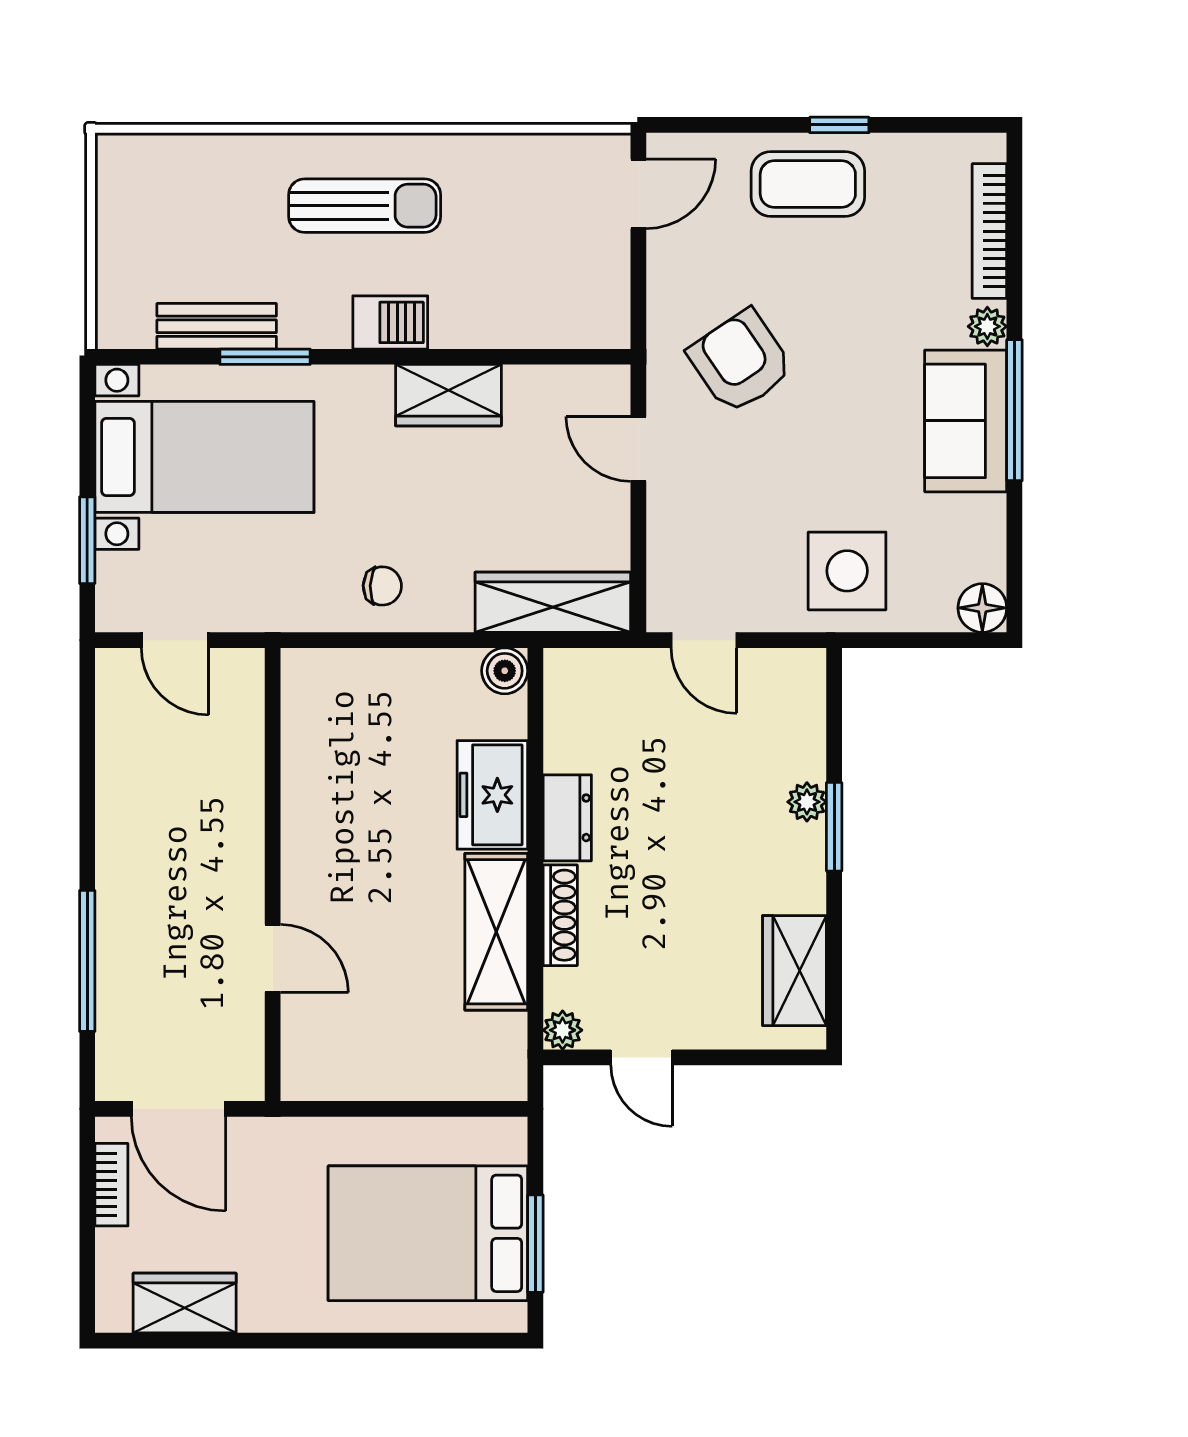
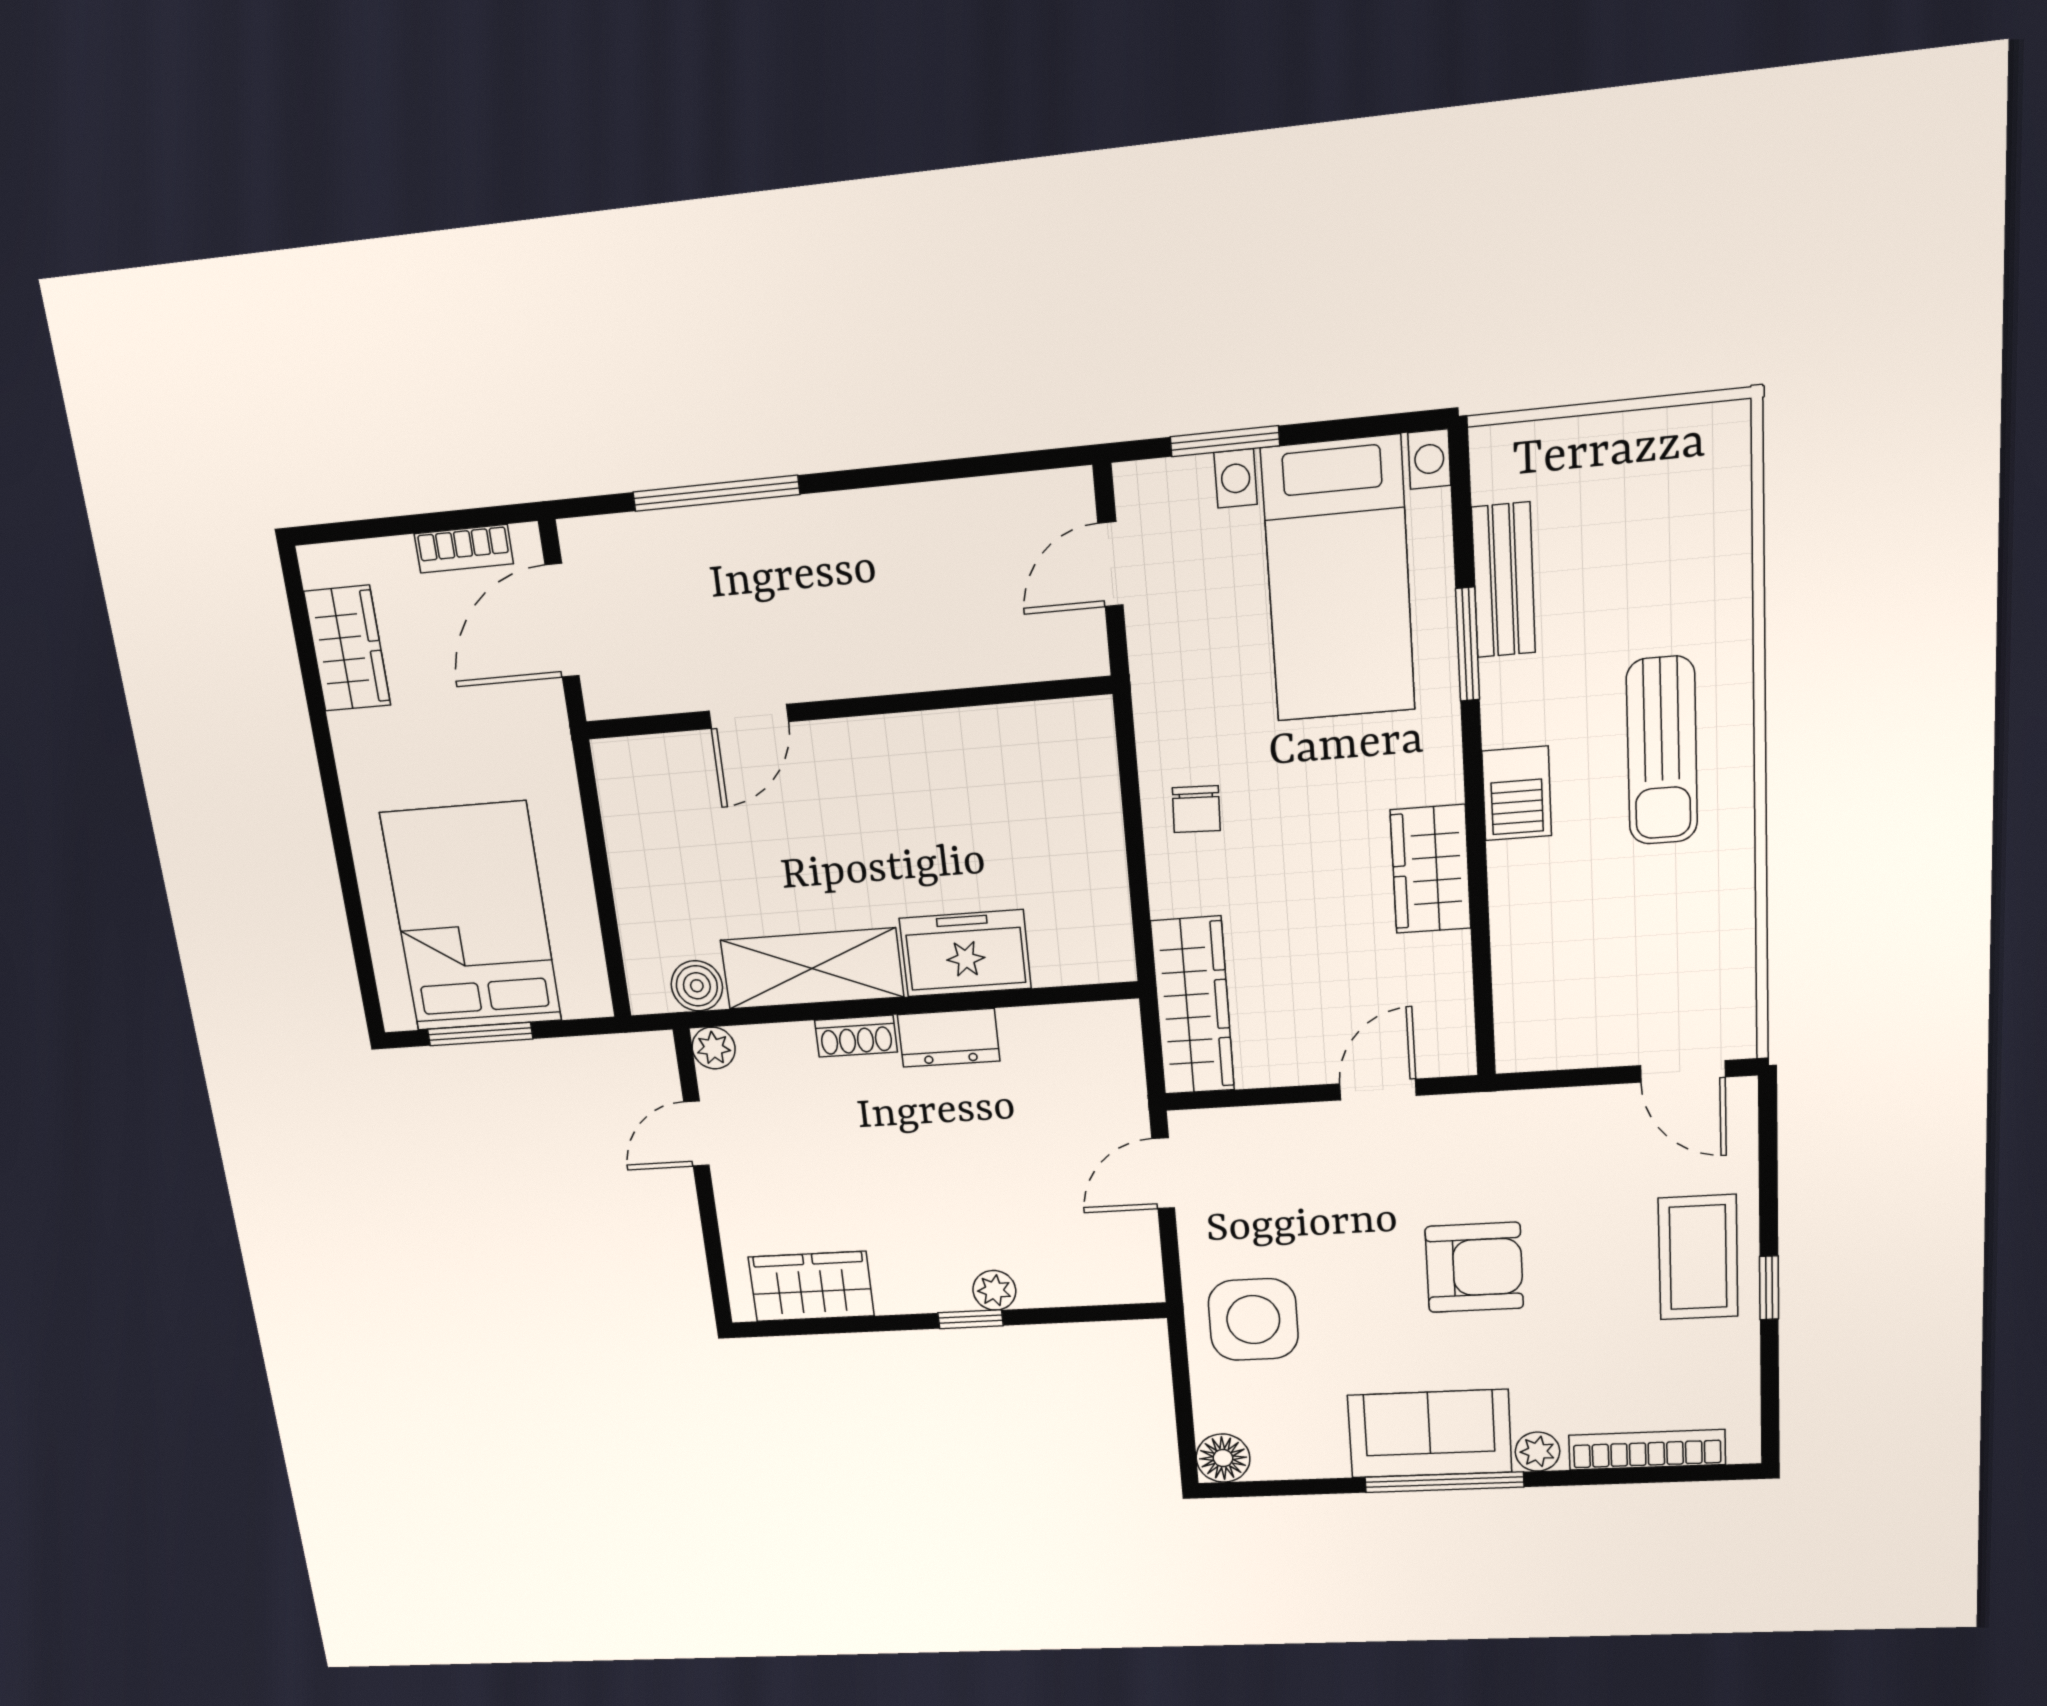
armchair: (740, 362) -> (1474, 1267), moved, turned 34
boiler: (505, 671) -> (697, 986), moved
window: (834, 827) -> (970, 1319), width x0.67
shoe rack: (560, 915) -> (856, 1036), width x0.70

